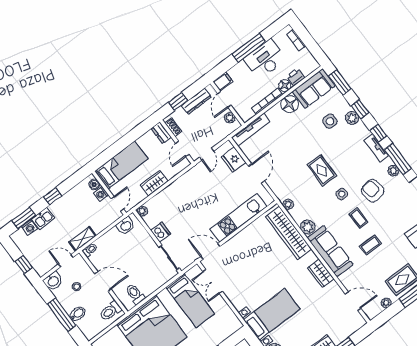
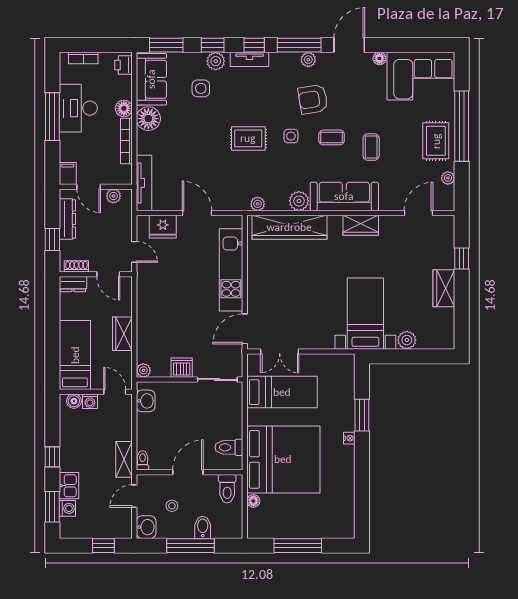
printer: (296, 77) -> (124, 65), moved
tv unit: (376, 148) -> (249, 59), moved
floor lamp: (115, 331) -> (253, 501), added

